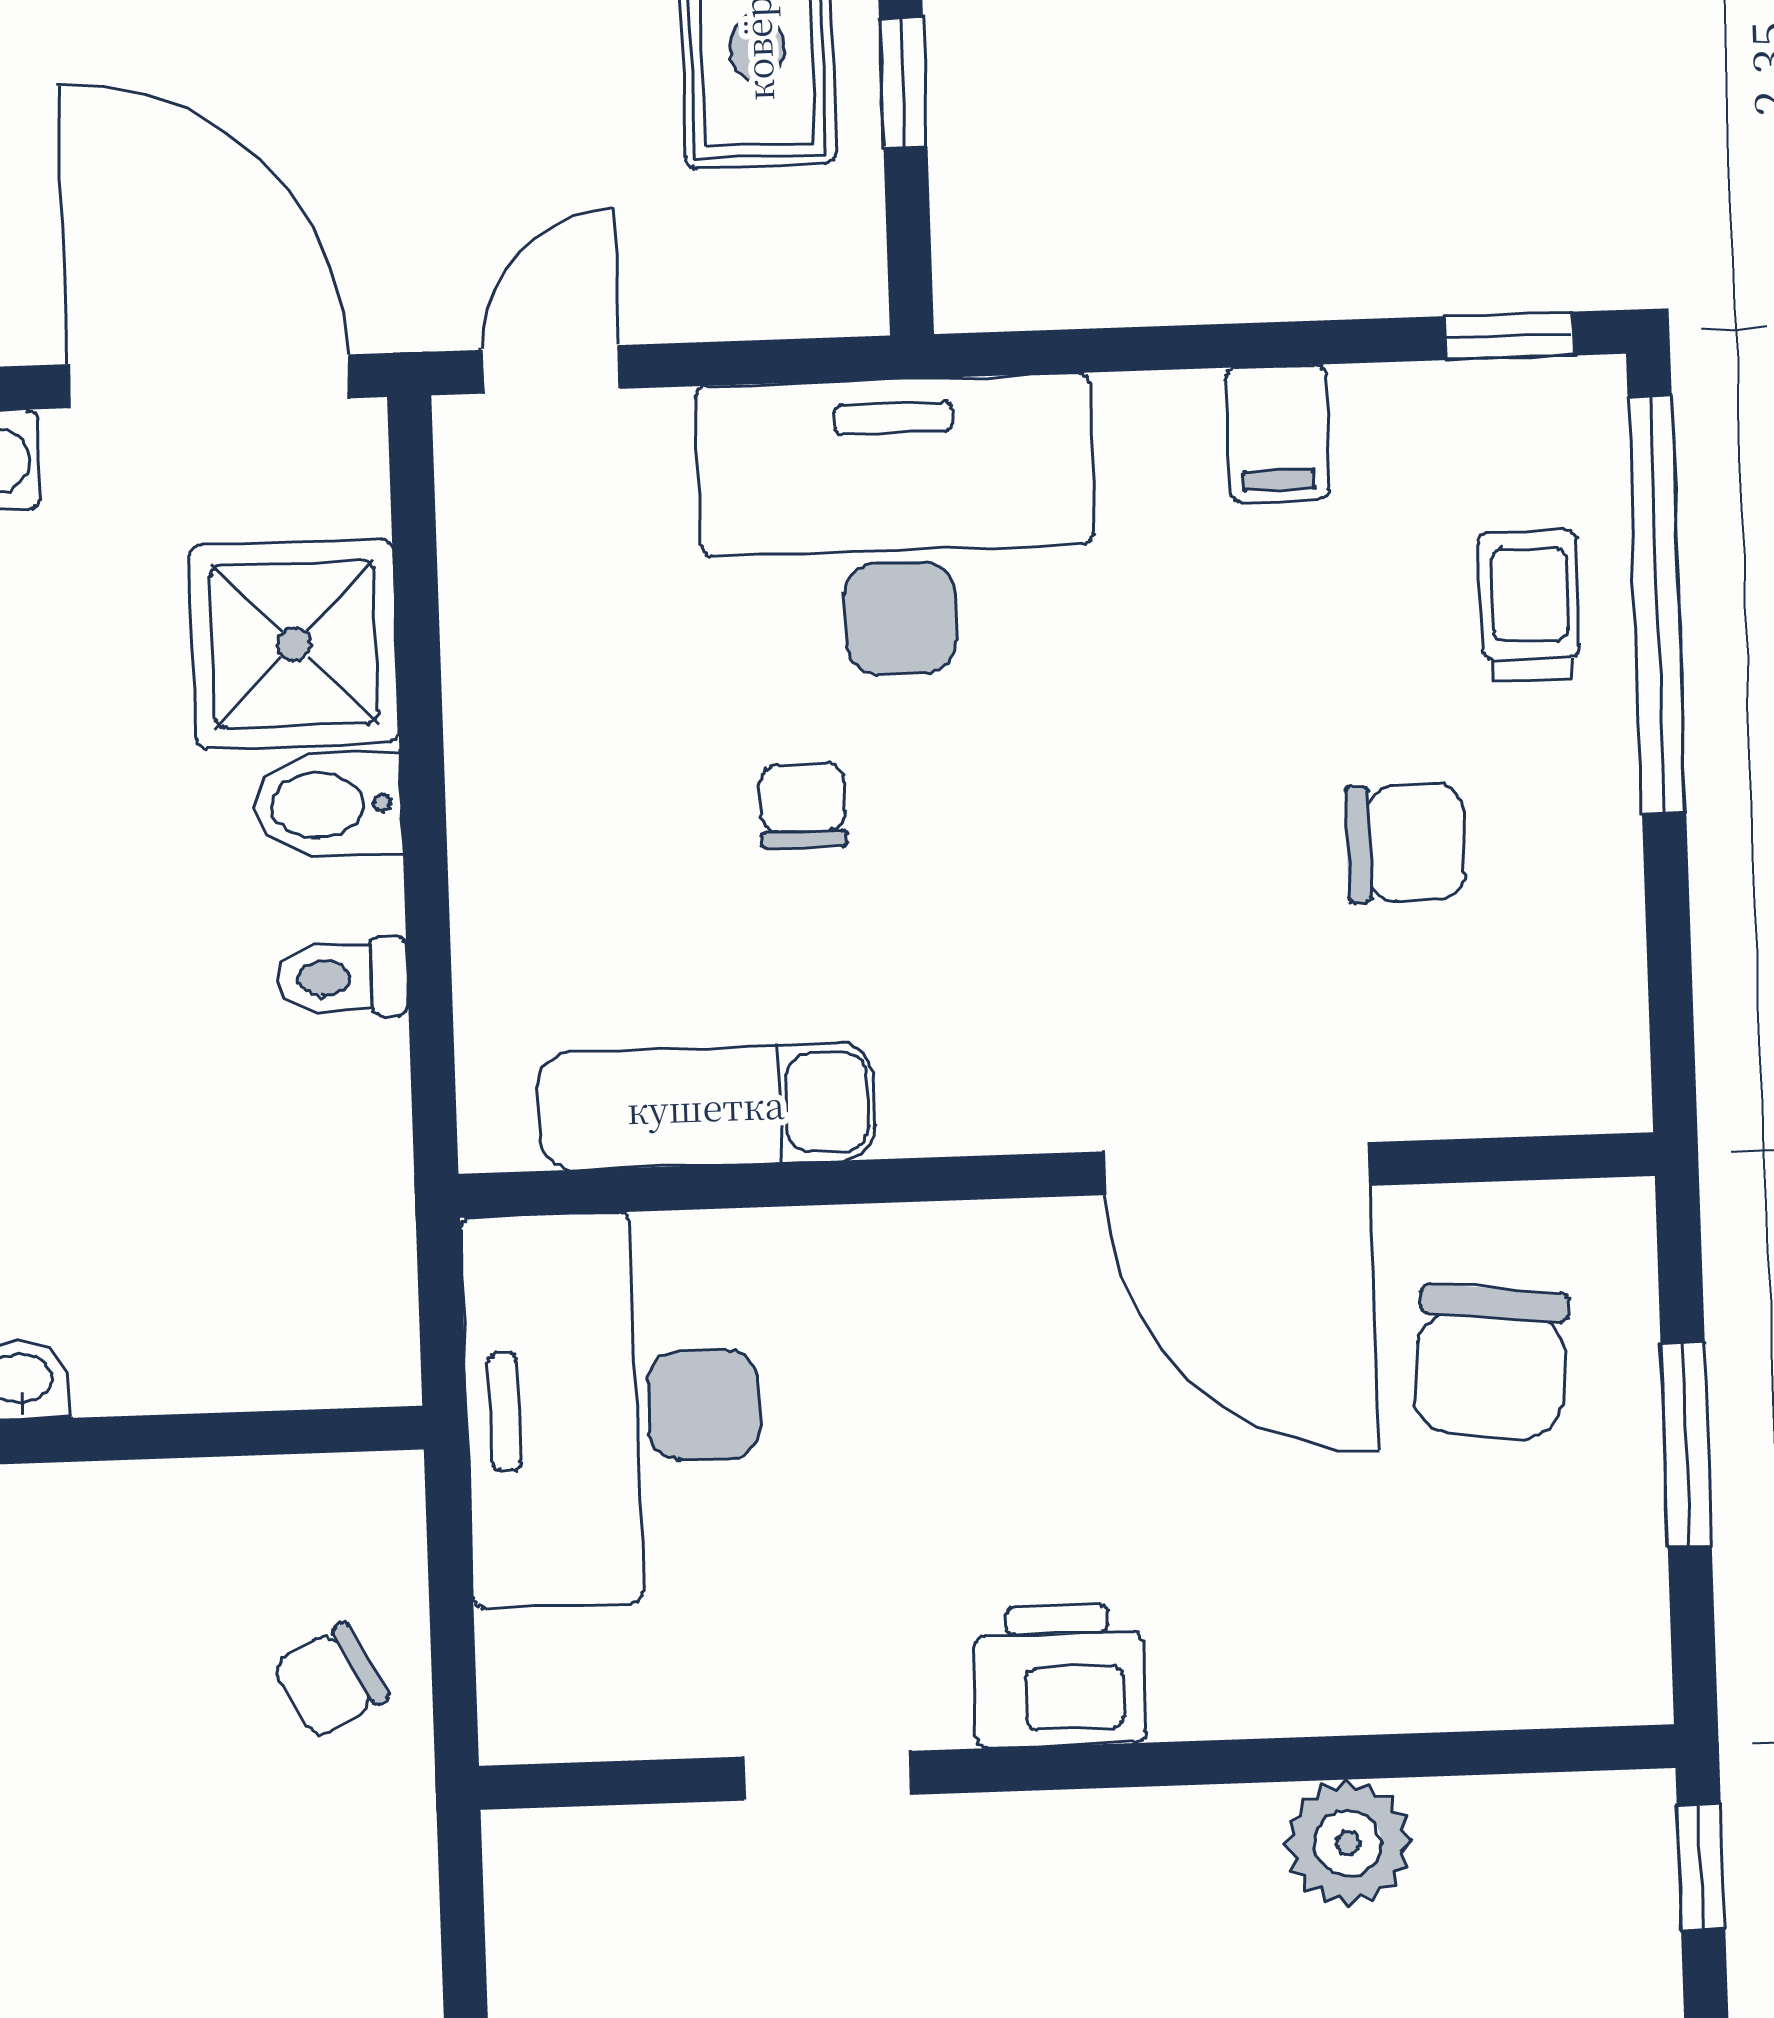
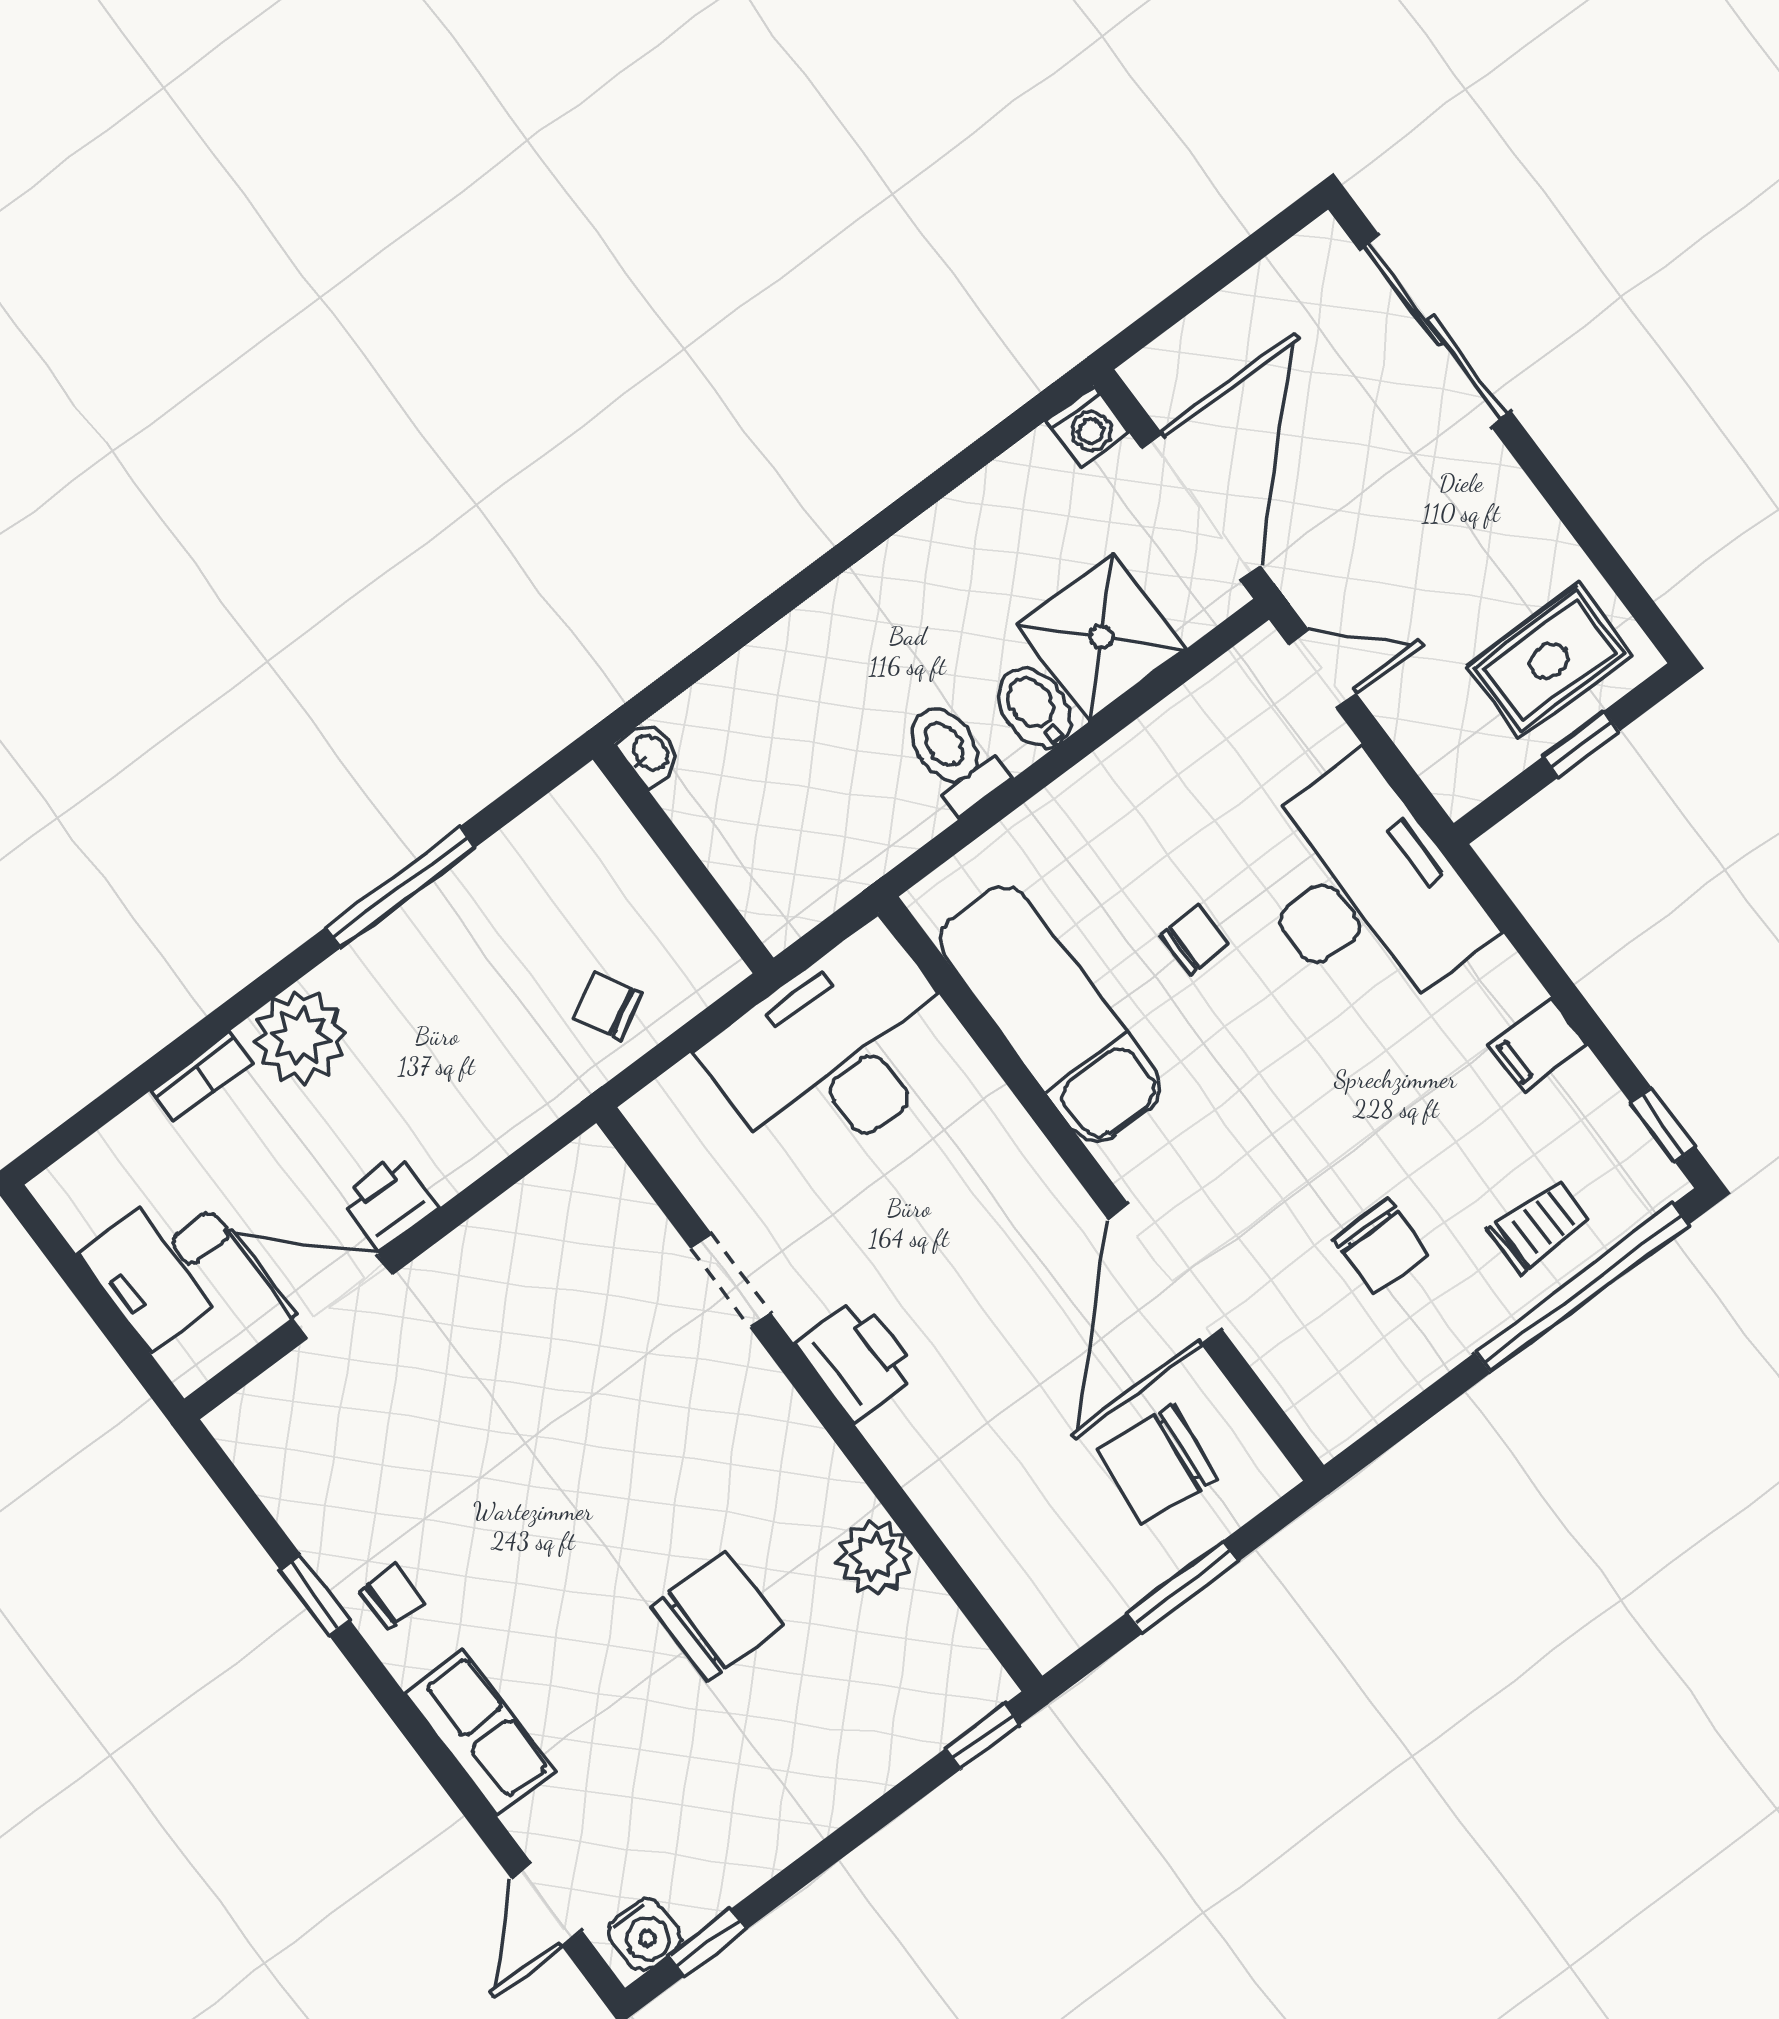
toilet: (342, 977) -> (953, 756), width x1.37, depth x1.39
exam couch: (706, 1106) -> (1050, 1014), width x1.36, depth x1.45

